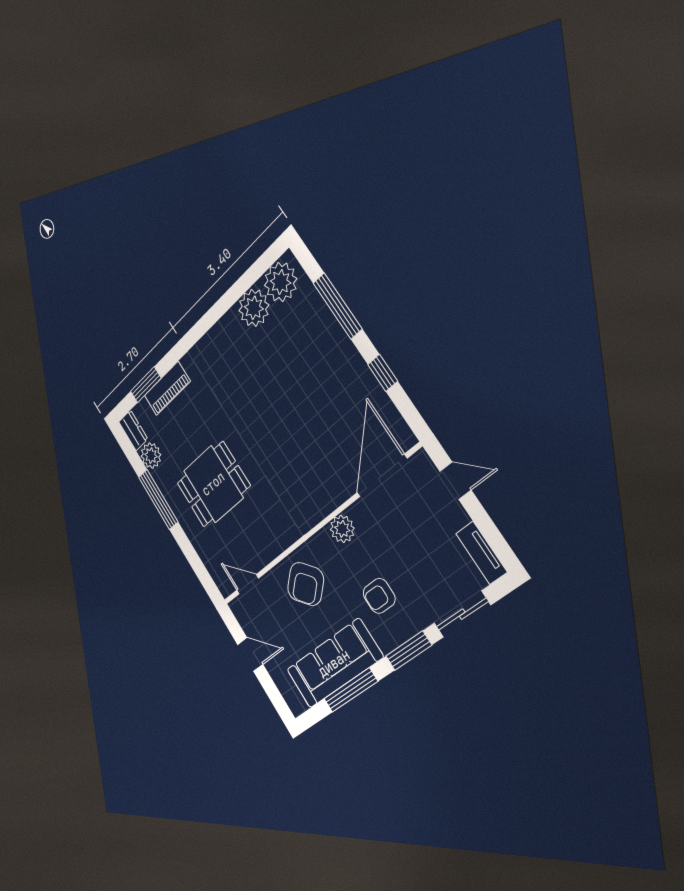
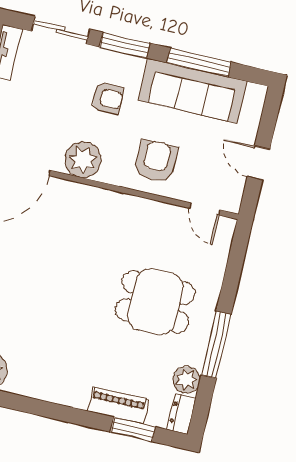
plant: (342, 529) -> (83, 160), width x1.36, depth x1.36
armchair: (306, 584) -> (156, 161), turned -48

